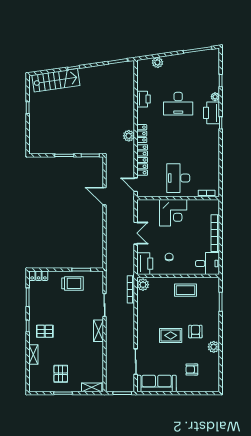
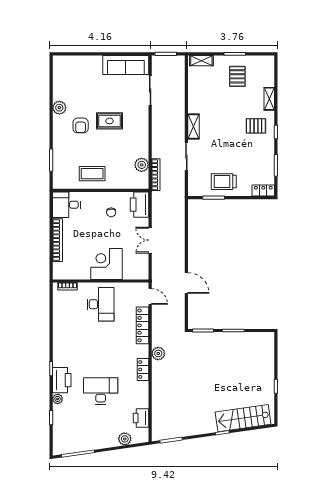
printer: (143, 99) -> (141, 418), moved
locker: (142, 134) -> (143, 369), moved
plant: (143, 285) -> (142, 165), moved
armchair: (192, 369) -> (85, 81), removed

